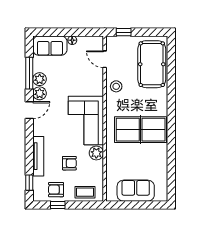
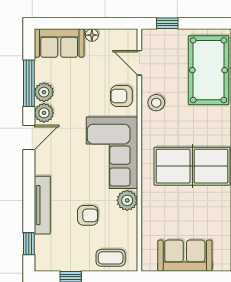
armchair: (56, 190) -> (121, 96), moved

